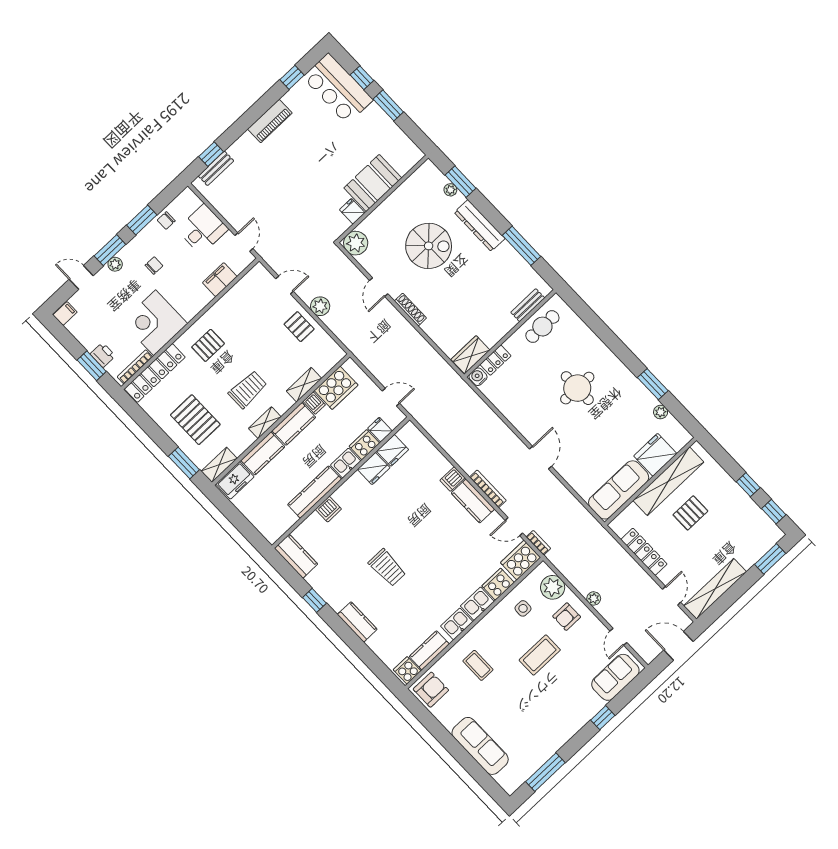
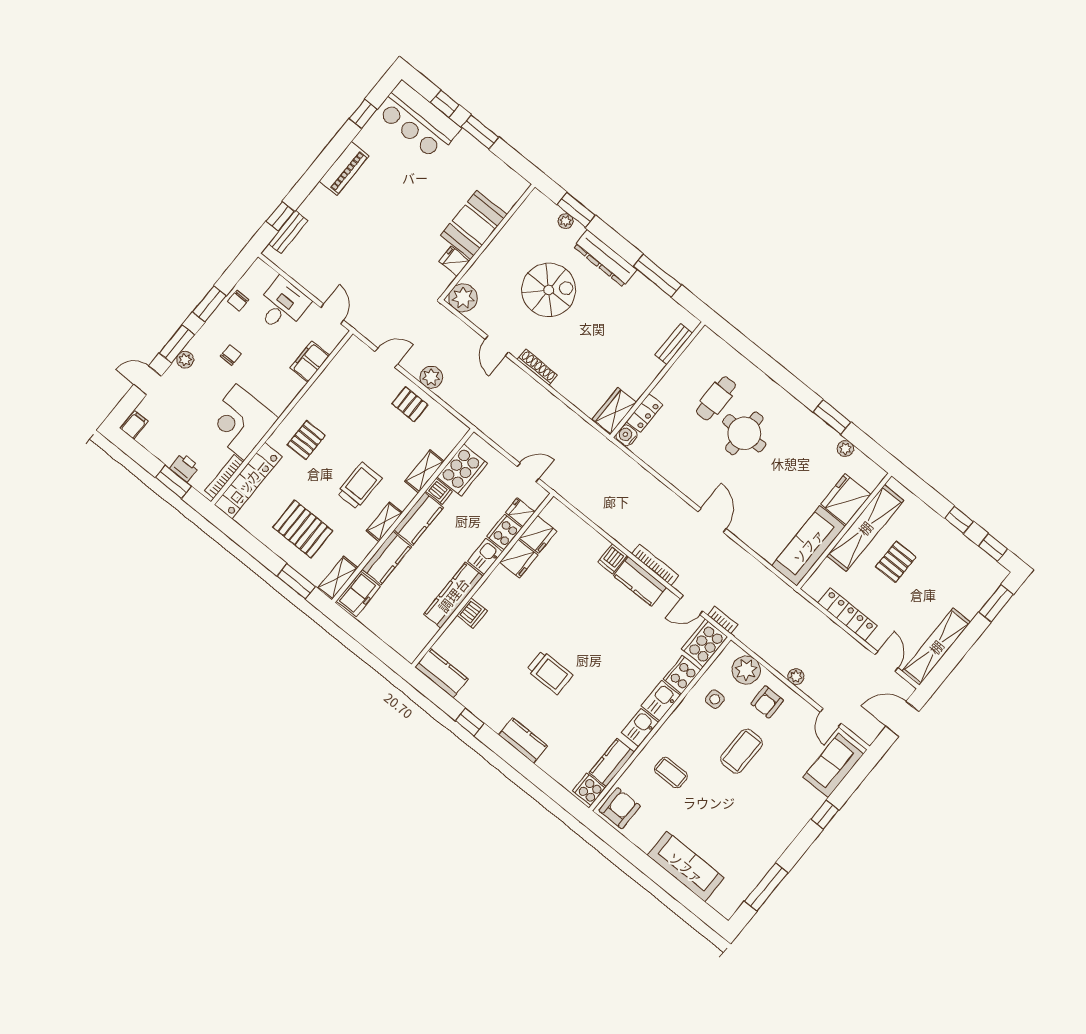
cafe table: (542, 327) -> (716, 398), moved

